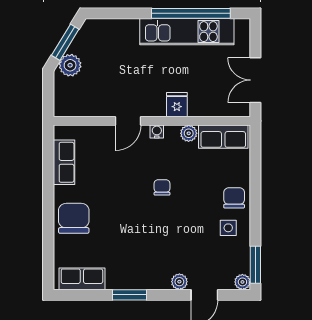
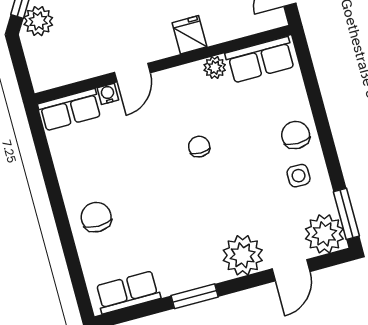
water cooler: (157, 131) -> (108, 94), moved
row of seats: (64, 162) -> (70, 110), moved, turned 90
chair: (74, 218) -> (96, 217), width x0.73, depth x0.73
plant: (179, 282) -> (243, 255), width x1.88, depth x1.88
plant: (242, 282) -> (324, 234), width x1.88, depth x1.88

